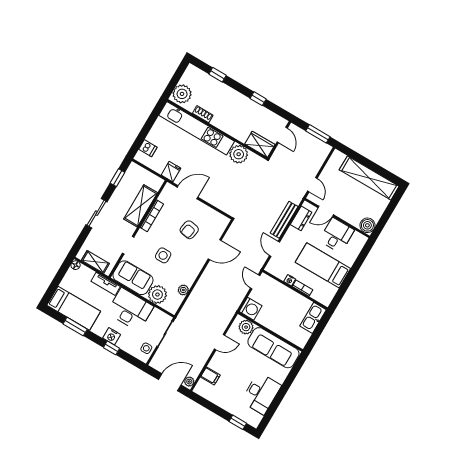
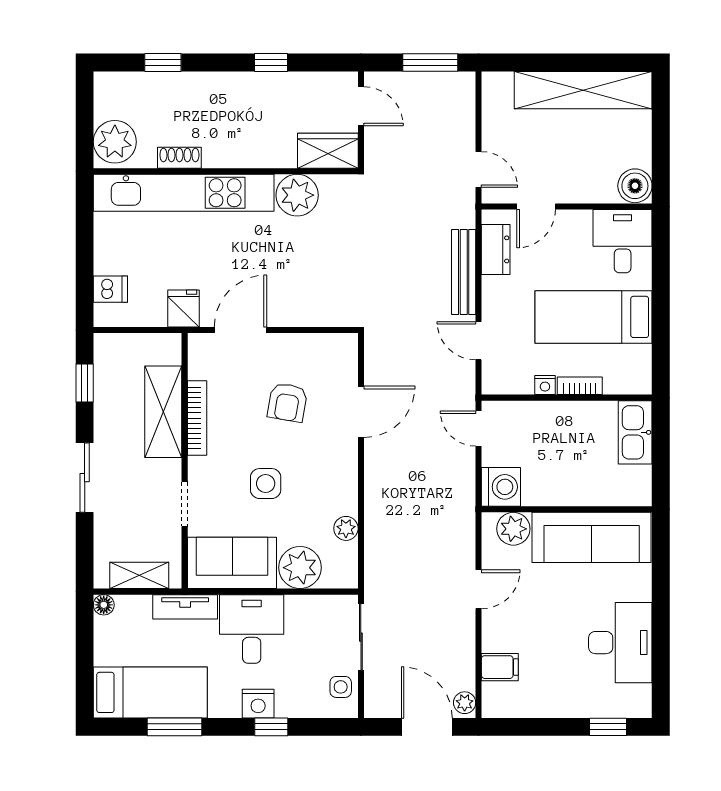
desk: (337, 235) -> (623, 241), moved
desk: (130, 310) -> (252, 629), width x0.73
door: (170, 382) -> (427, 727), hinge flipped

